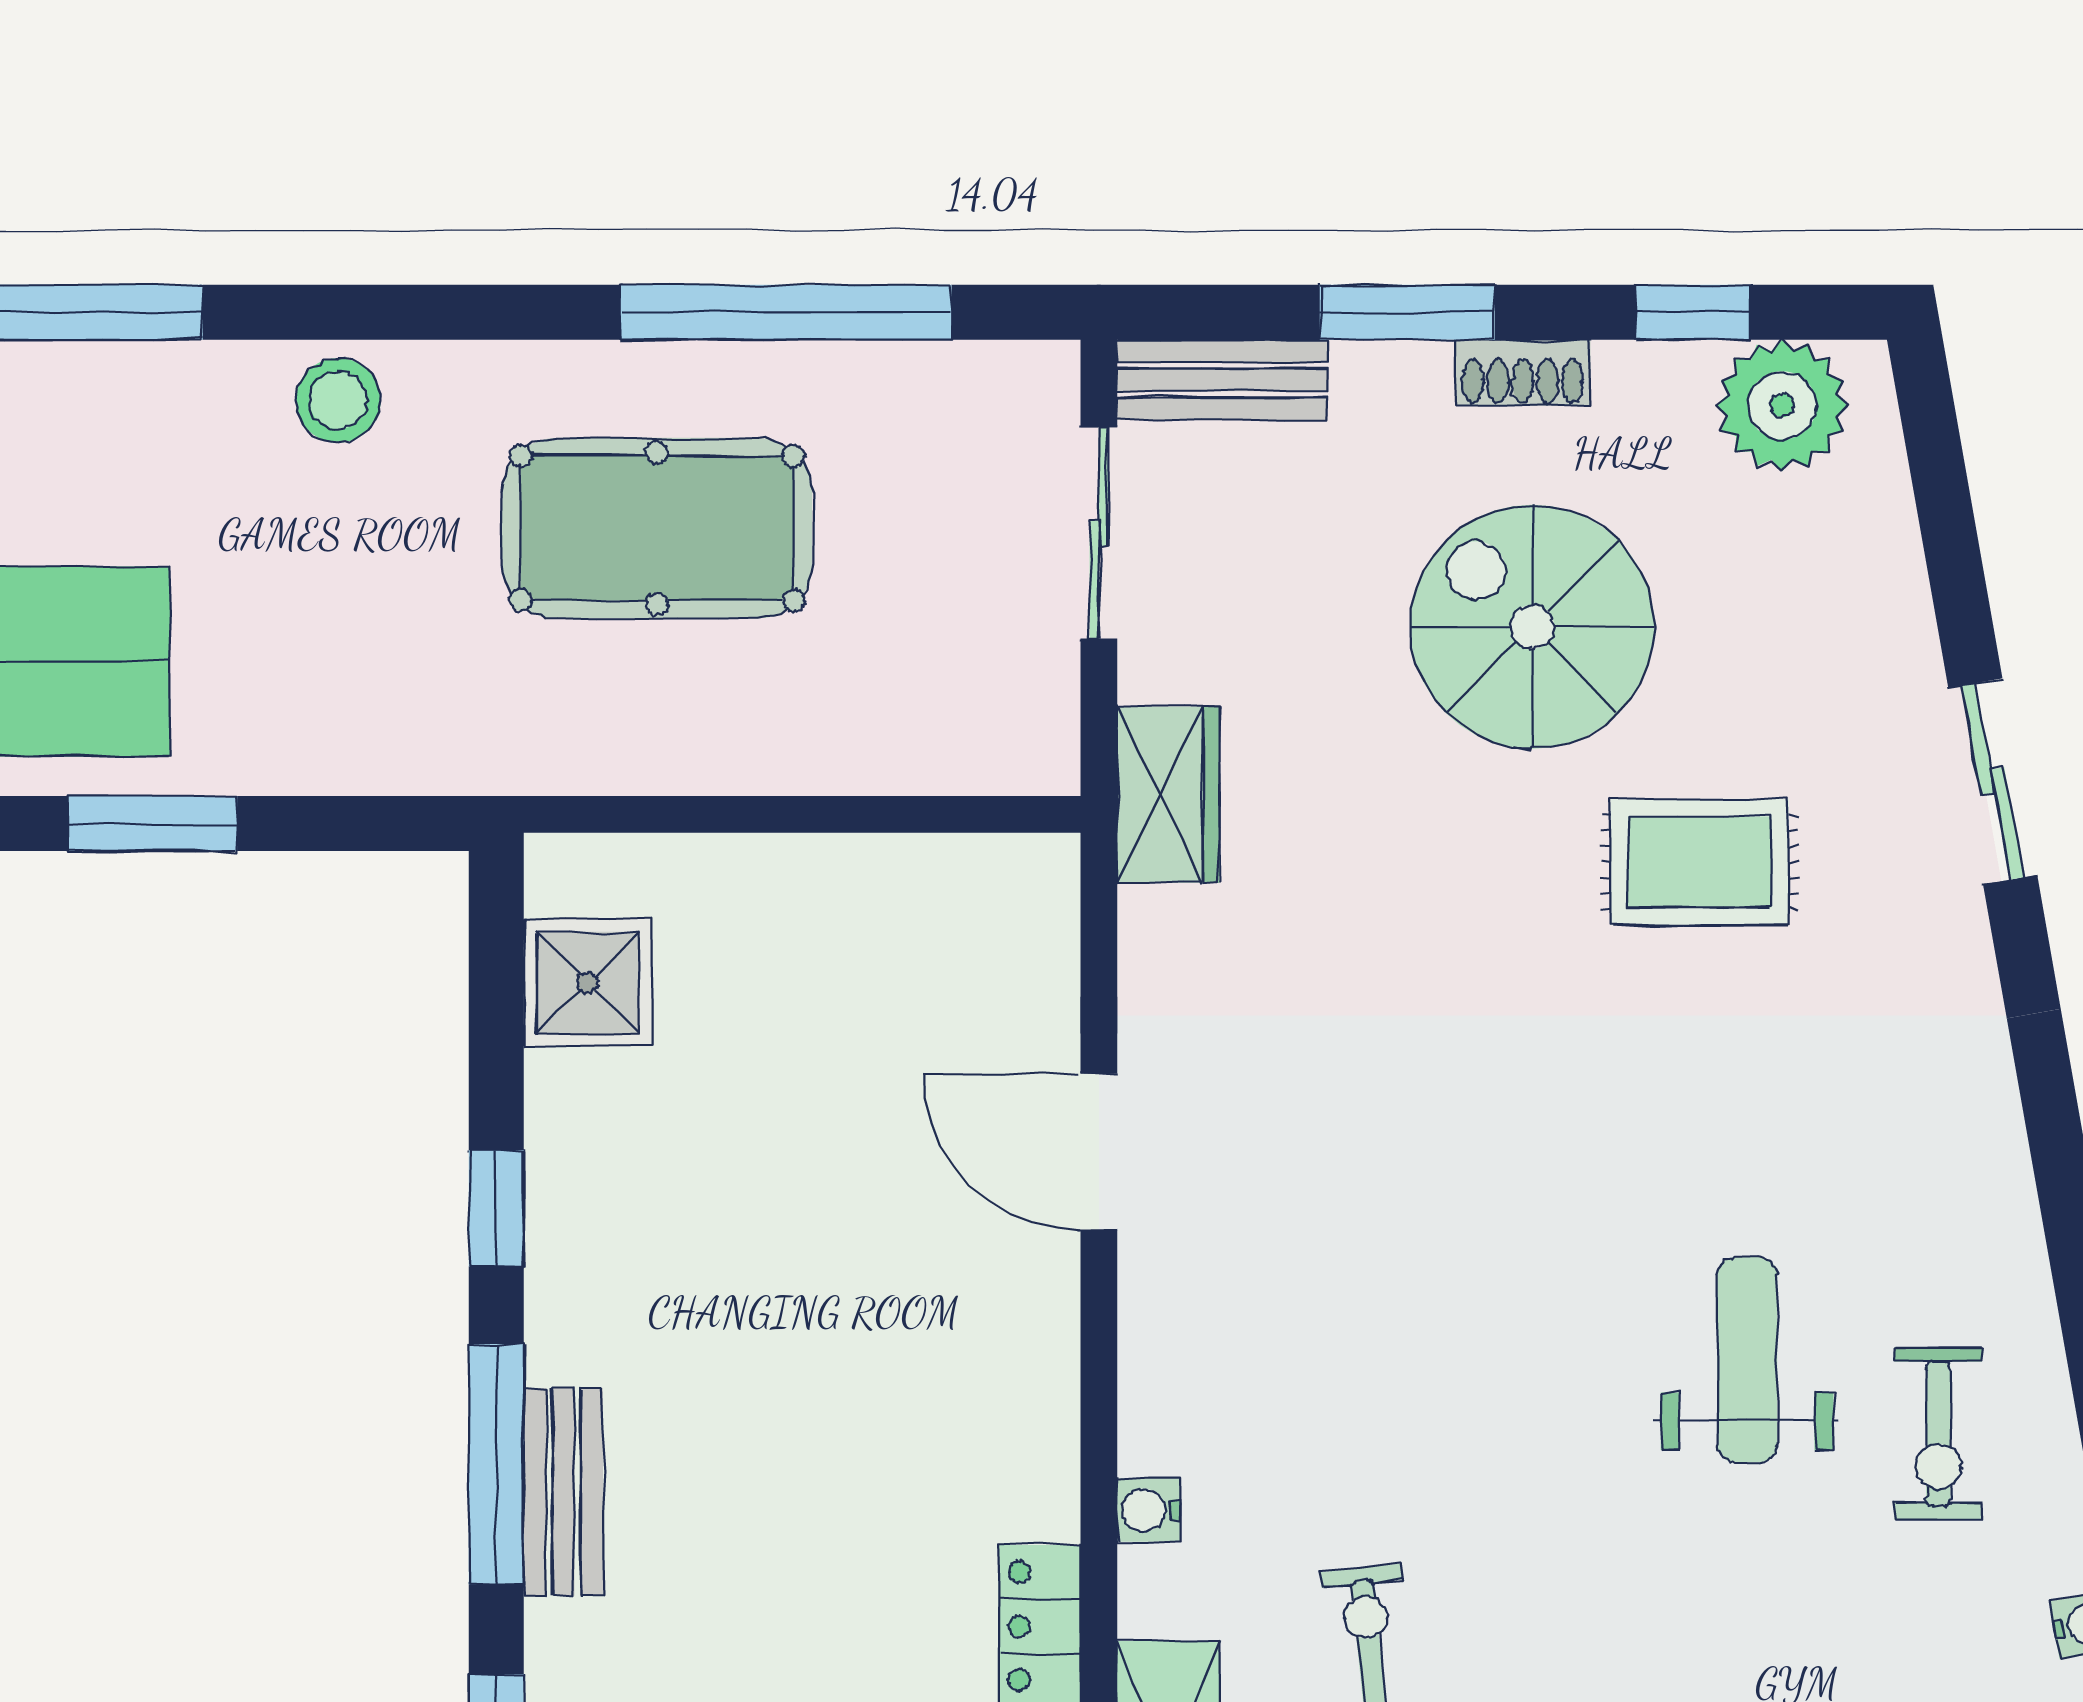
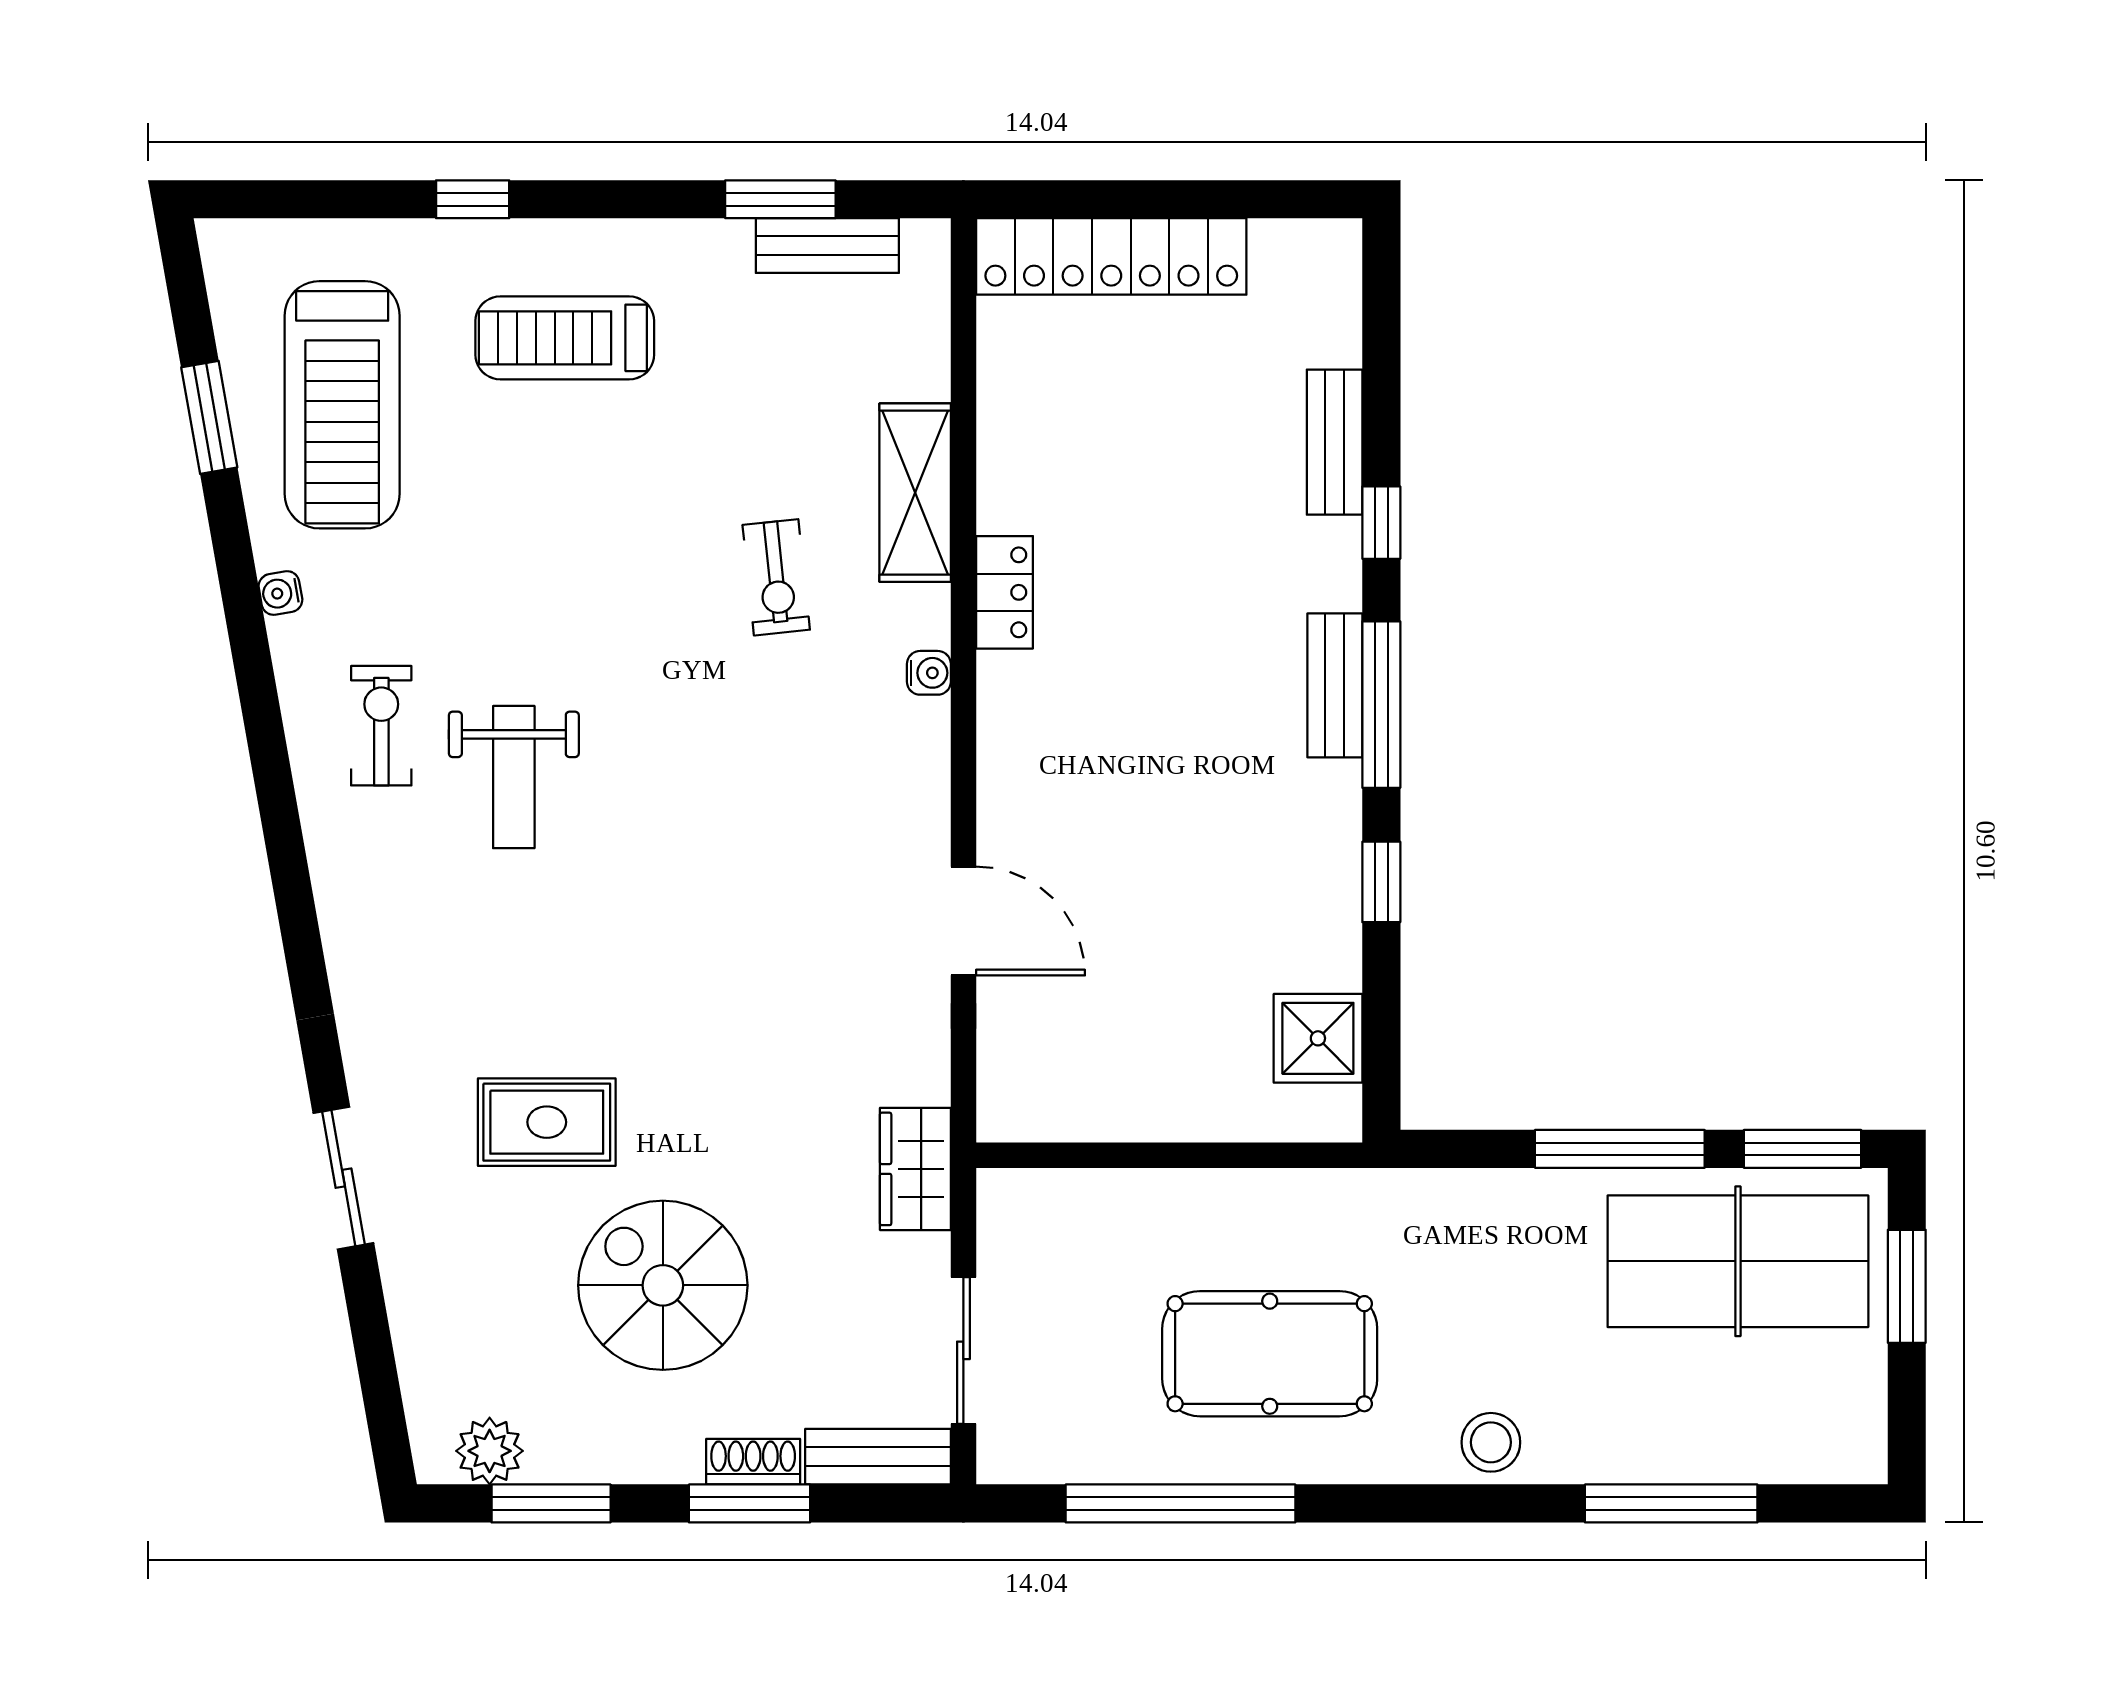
window: (1693, 312) -> (551, 1503), width x1.50
shoe rack: (1523, 373) -> (753, 1462), moved
plant: (1782, 405) -> (490, 1451), width x0.73, depth x0.73
spiral stairs: (1532, 627) -> (663, 1285), turned 180
window: (152, 824) -> (1620, 1149), width x1.44

